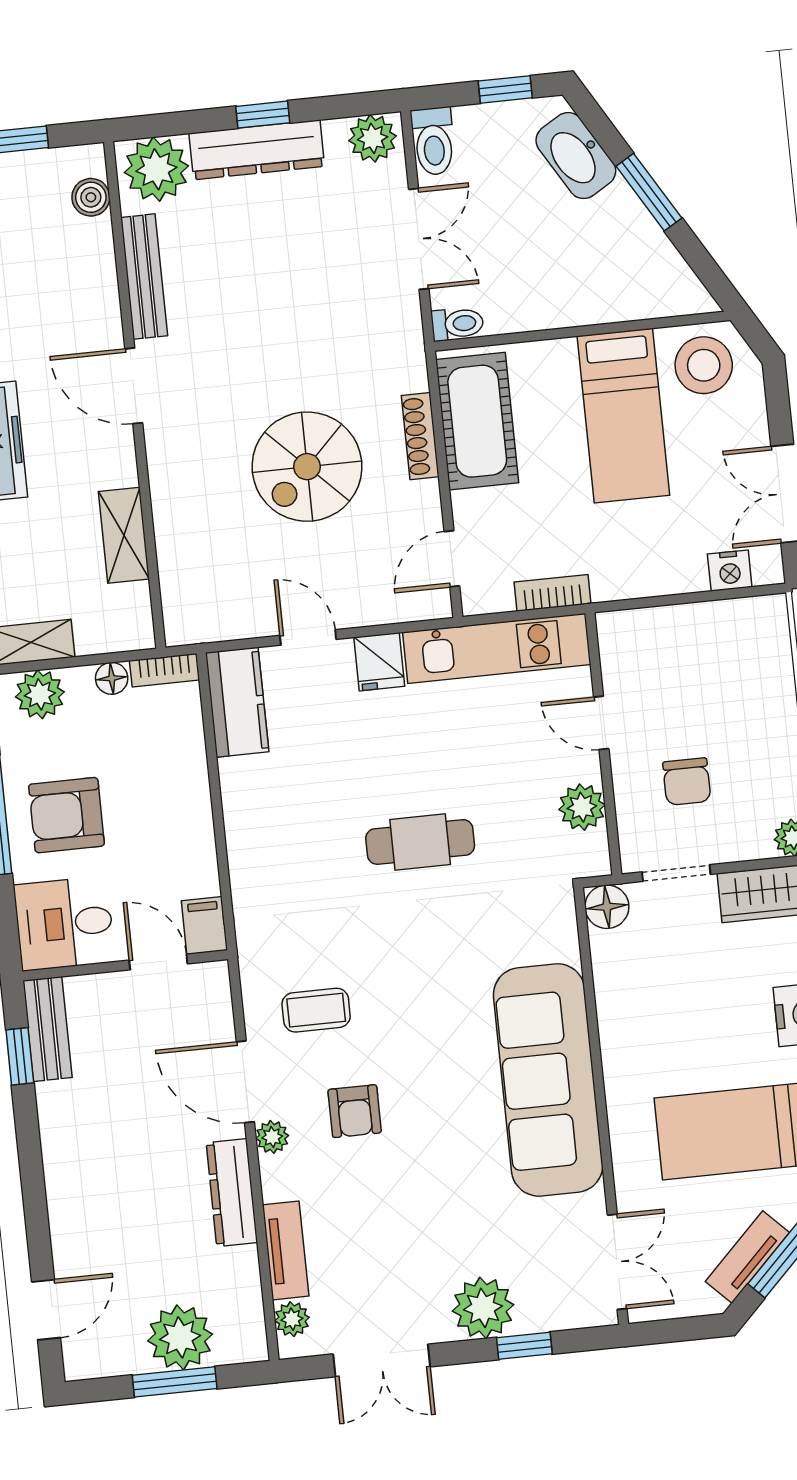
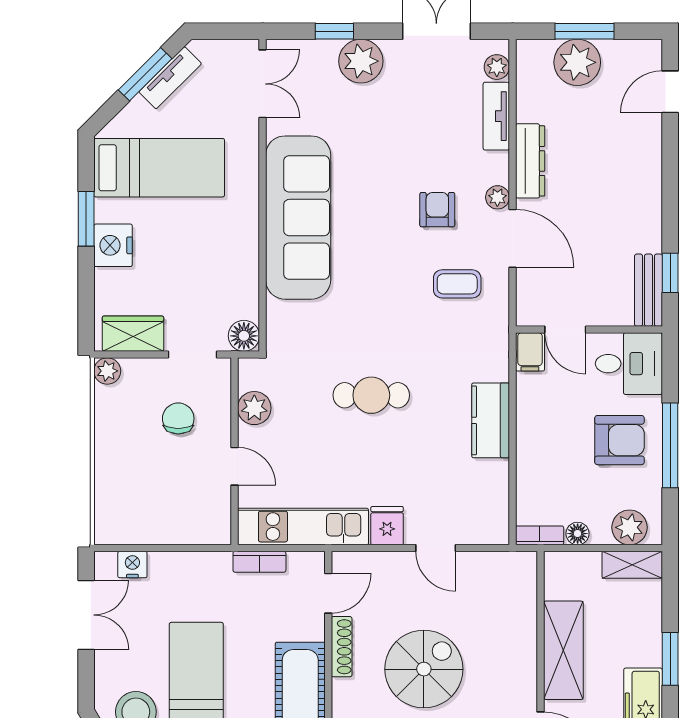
shoe rack: (420, 436) -> (342, 647), moved
shelving: (124, 535) -> (563, 650), width x1.50, depth x1.33
kitchen counter: (237, 702) -> (491, 420), moved
double door: (617, 1262) -> (263, 84), swing flipped

